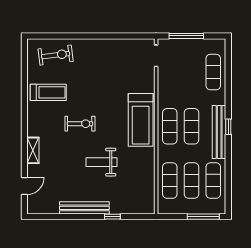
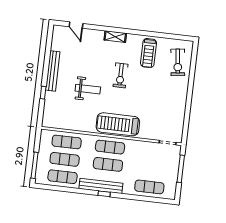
shelving: (33, 150) -> (115, 37), moved
weight bench: (102, 162) -> (88, 89), turned 90

